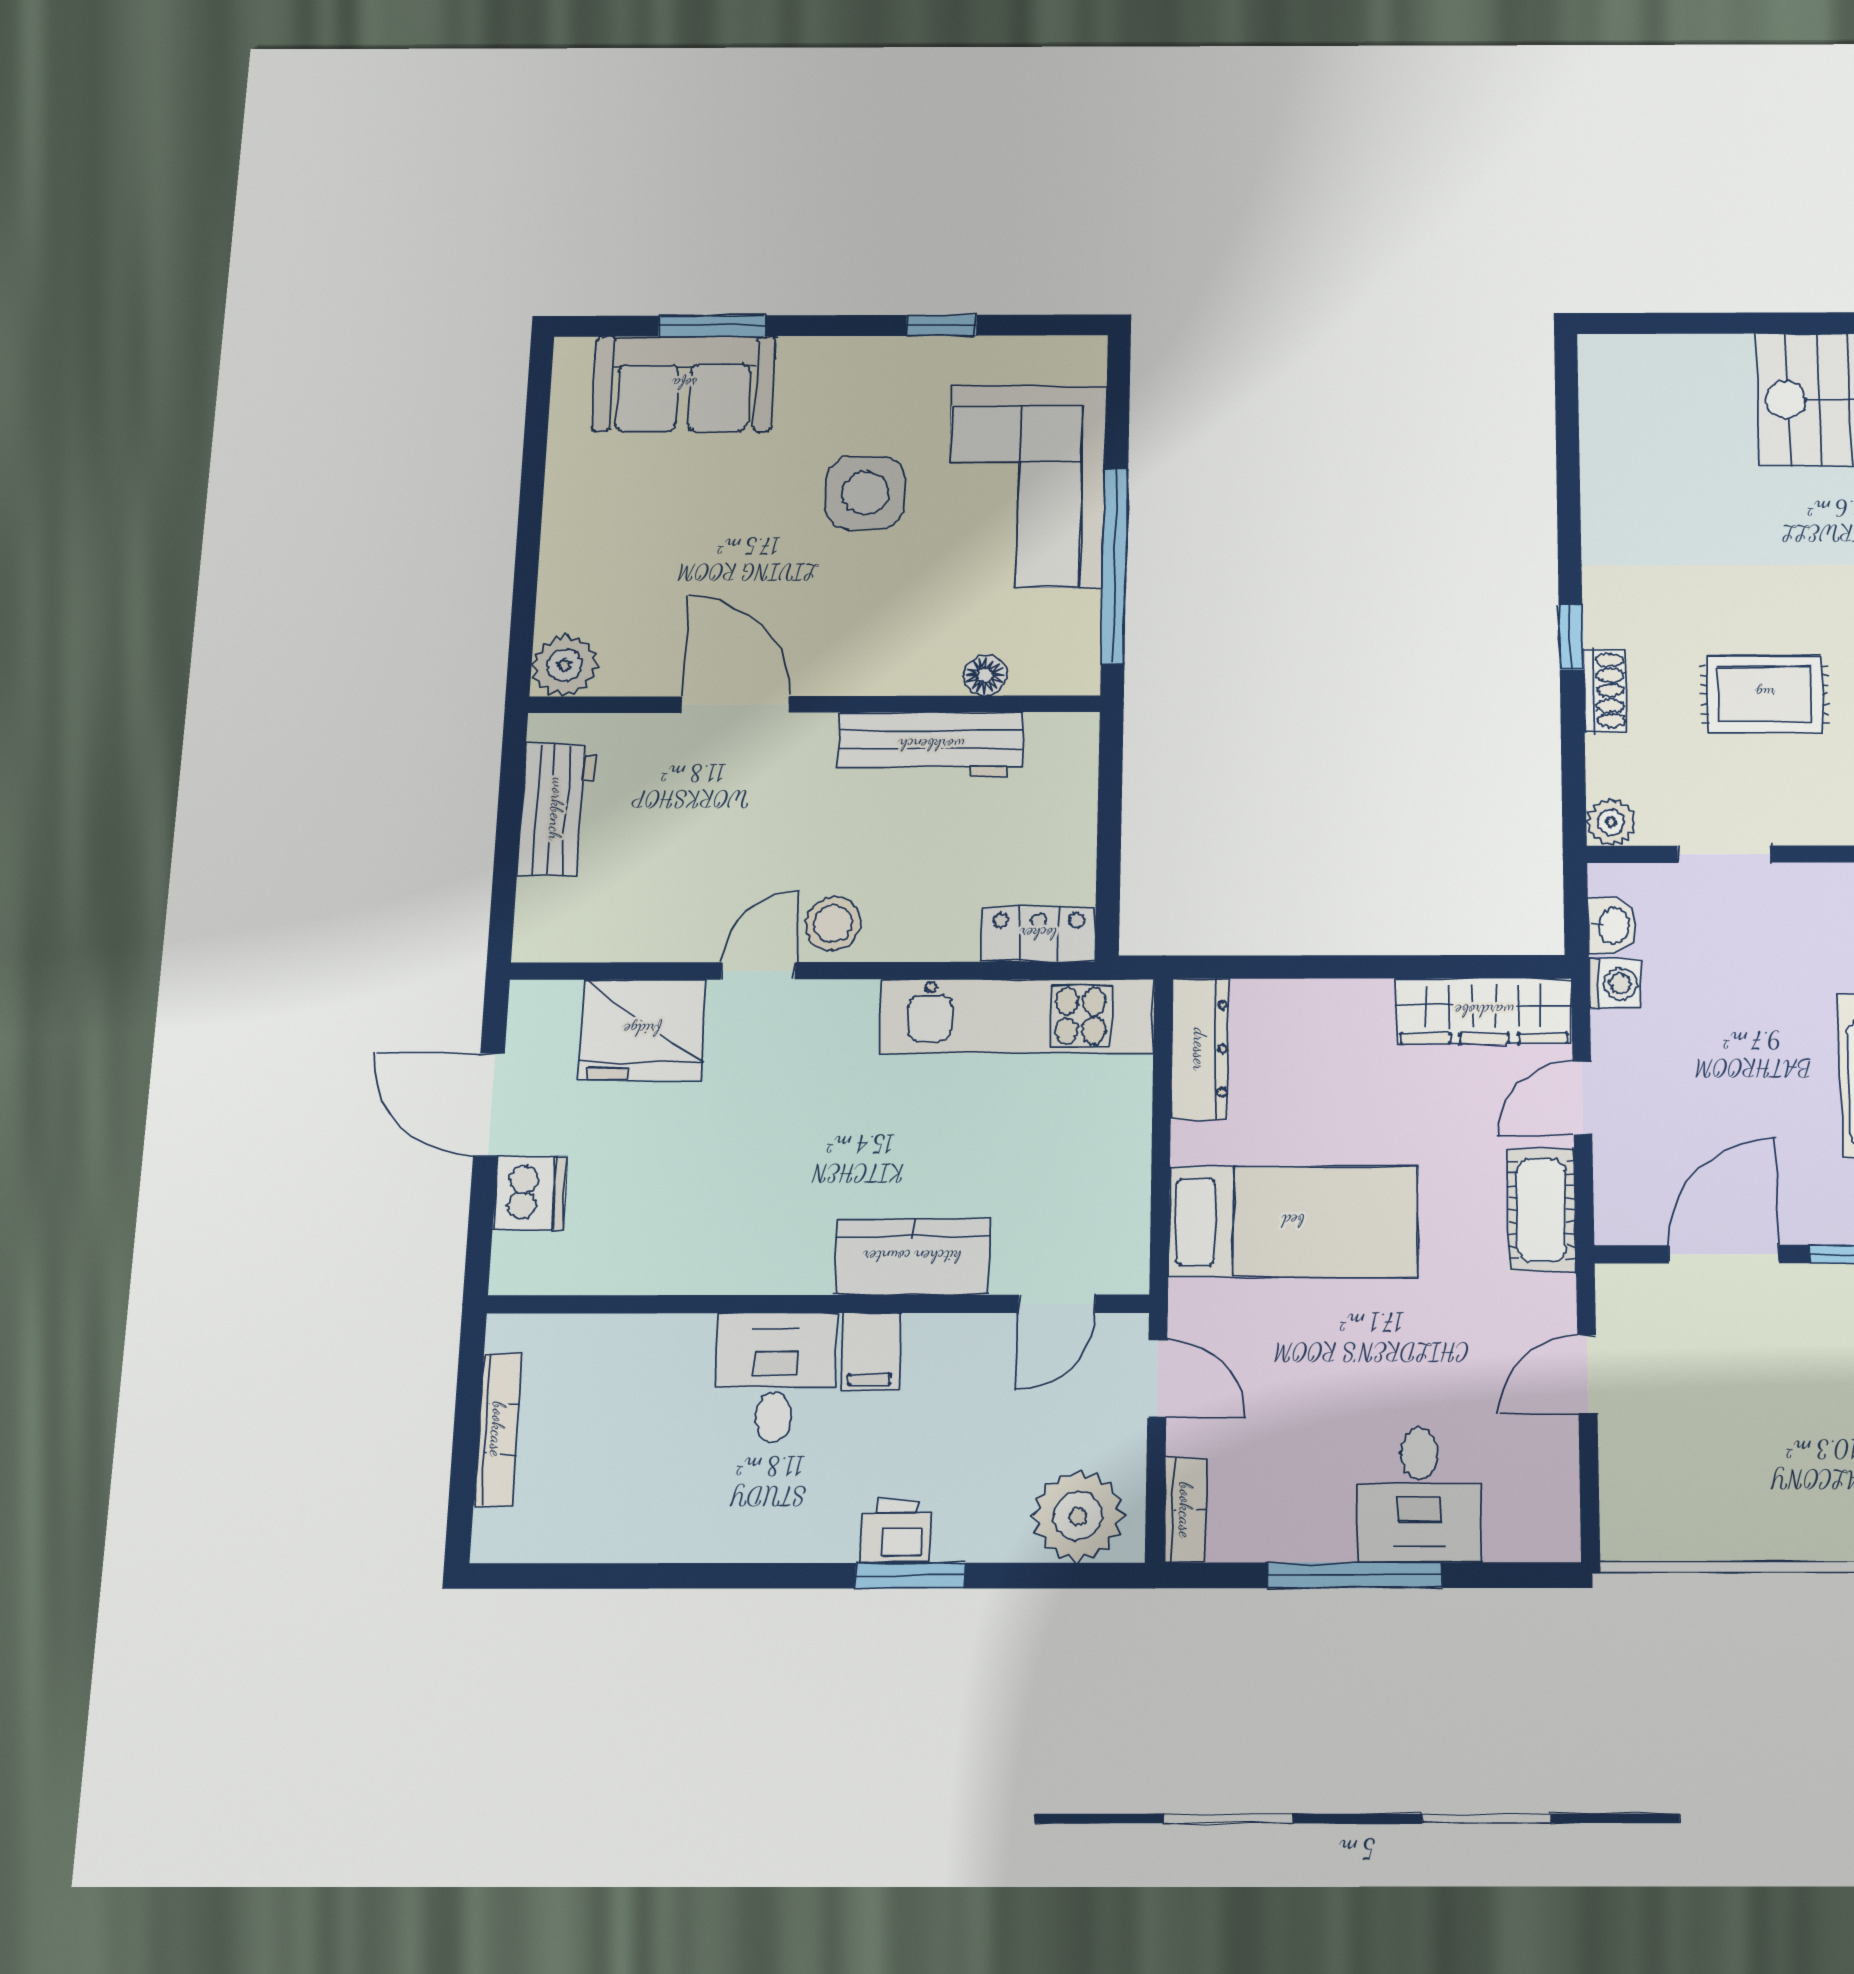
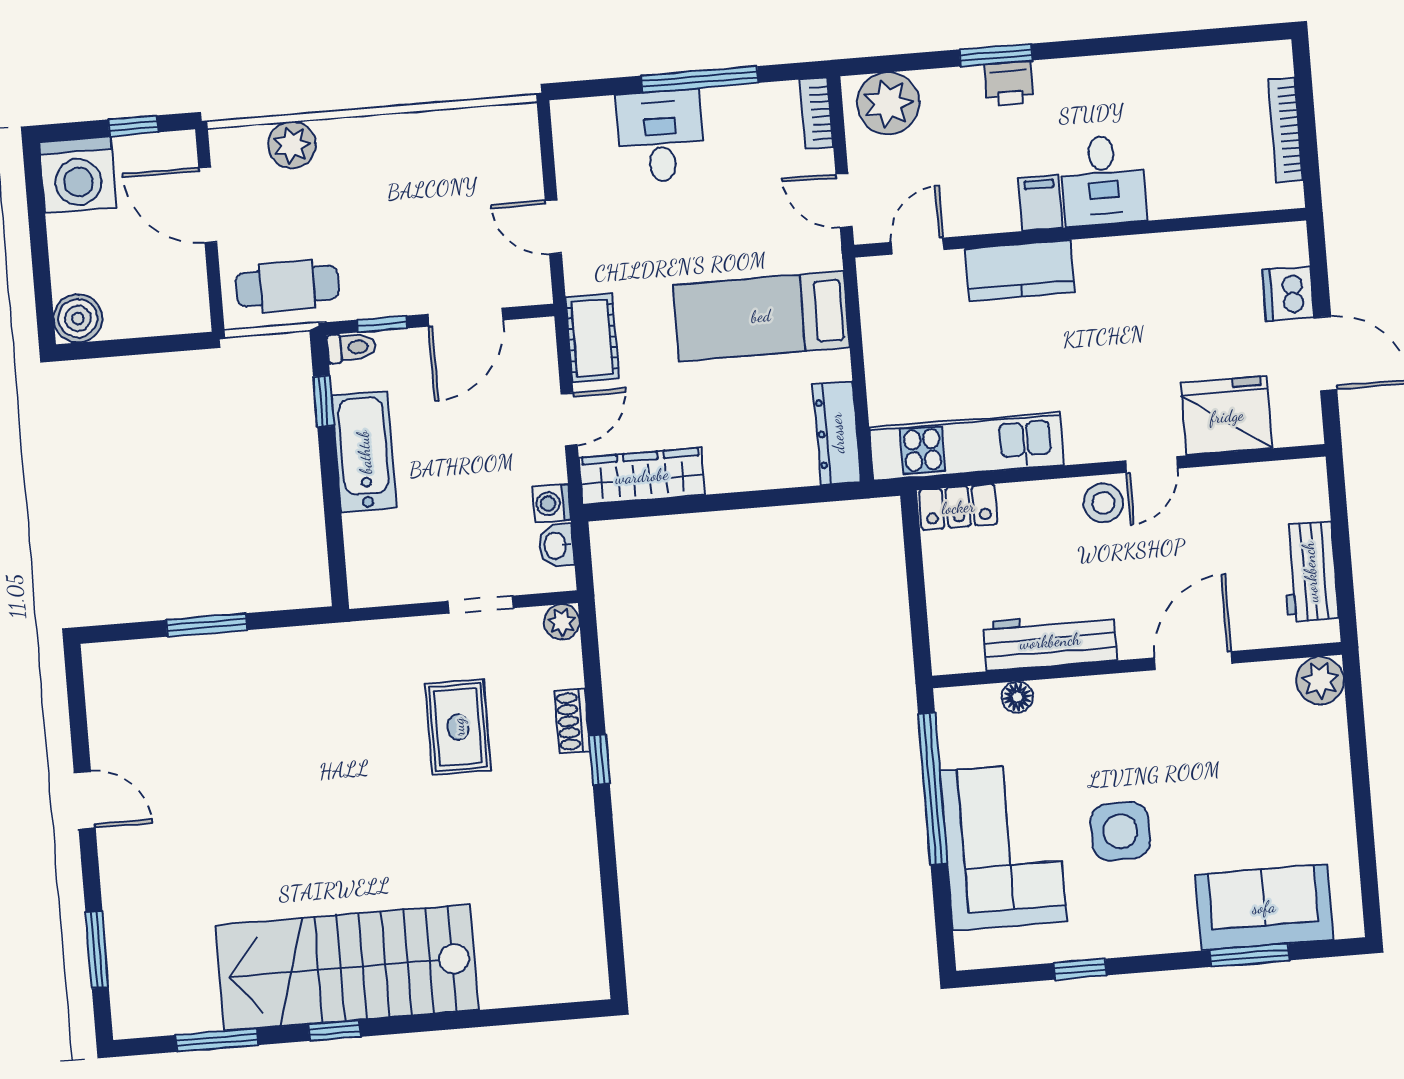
rug: (1765, 694) -> (458, 727), turned 90
door: (735, 704) -> (1193, 661), swing flipped
door: (1587, 1374) -> (553, 227), swing flipped

